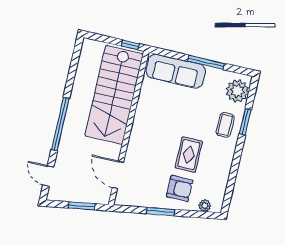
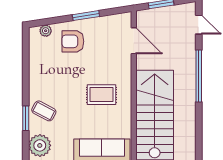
coffee table: (225, 125) -> (44, 111), turned -62
rug: (189, 155) -> (101, 95), moved, turned 90

